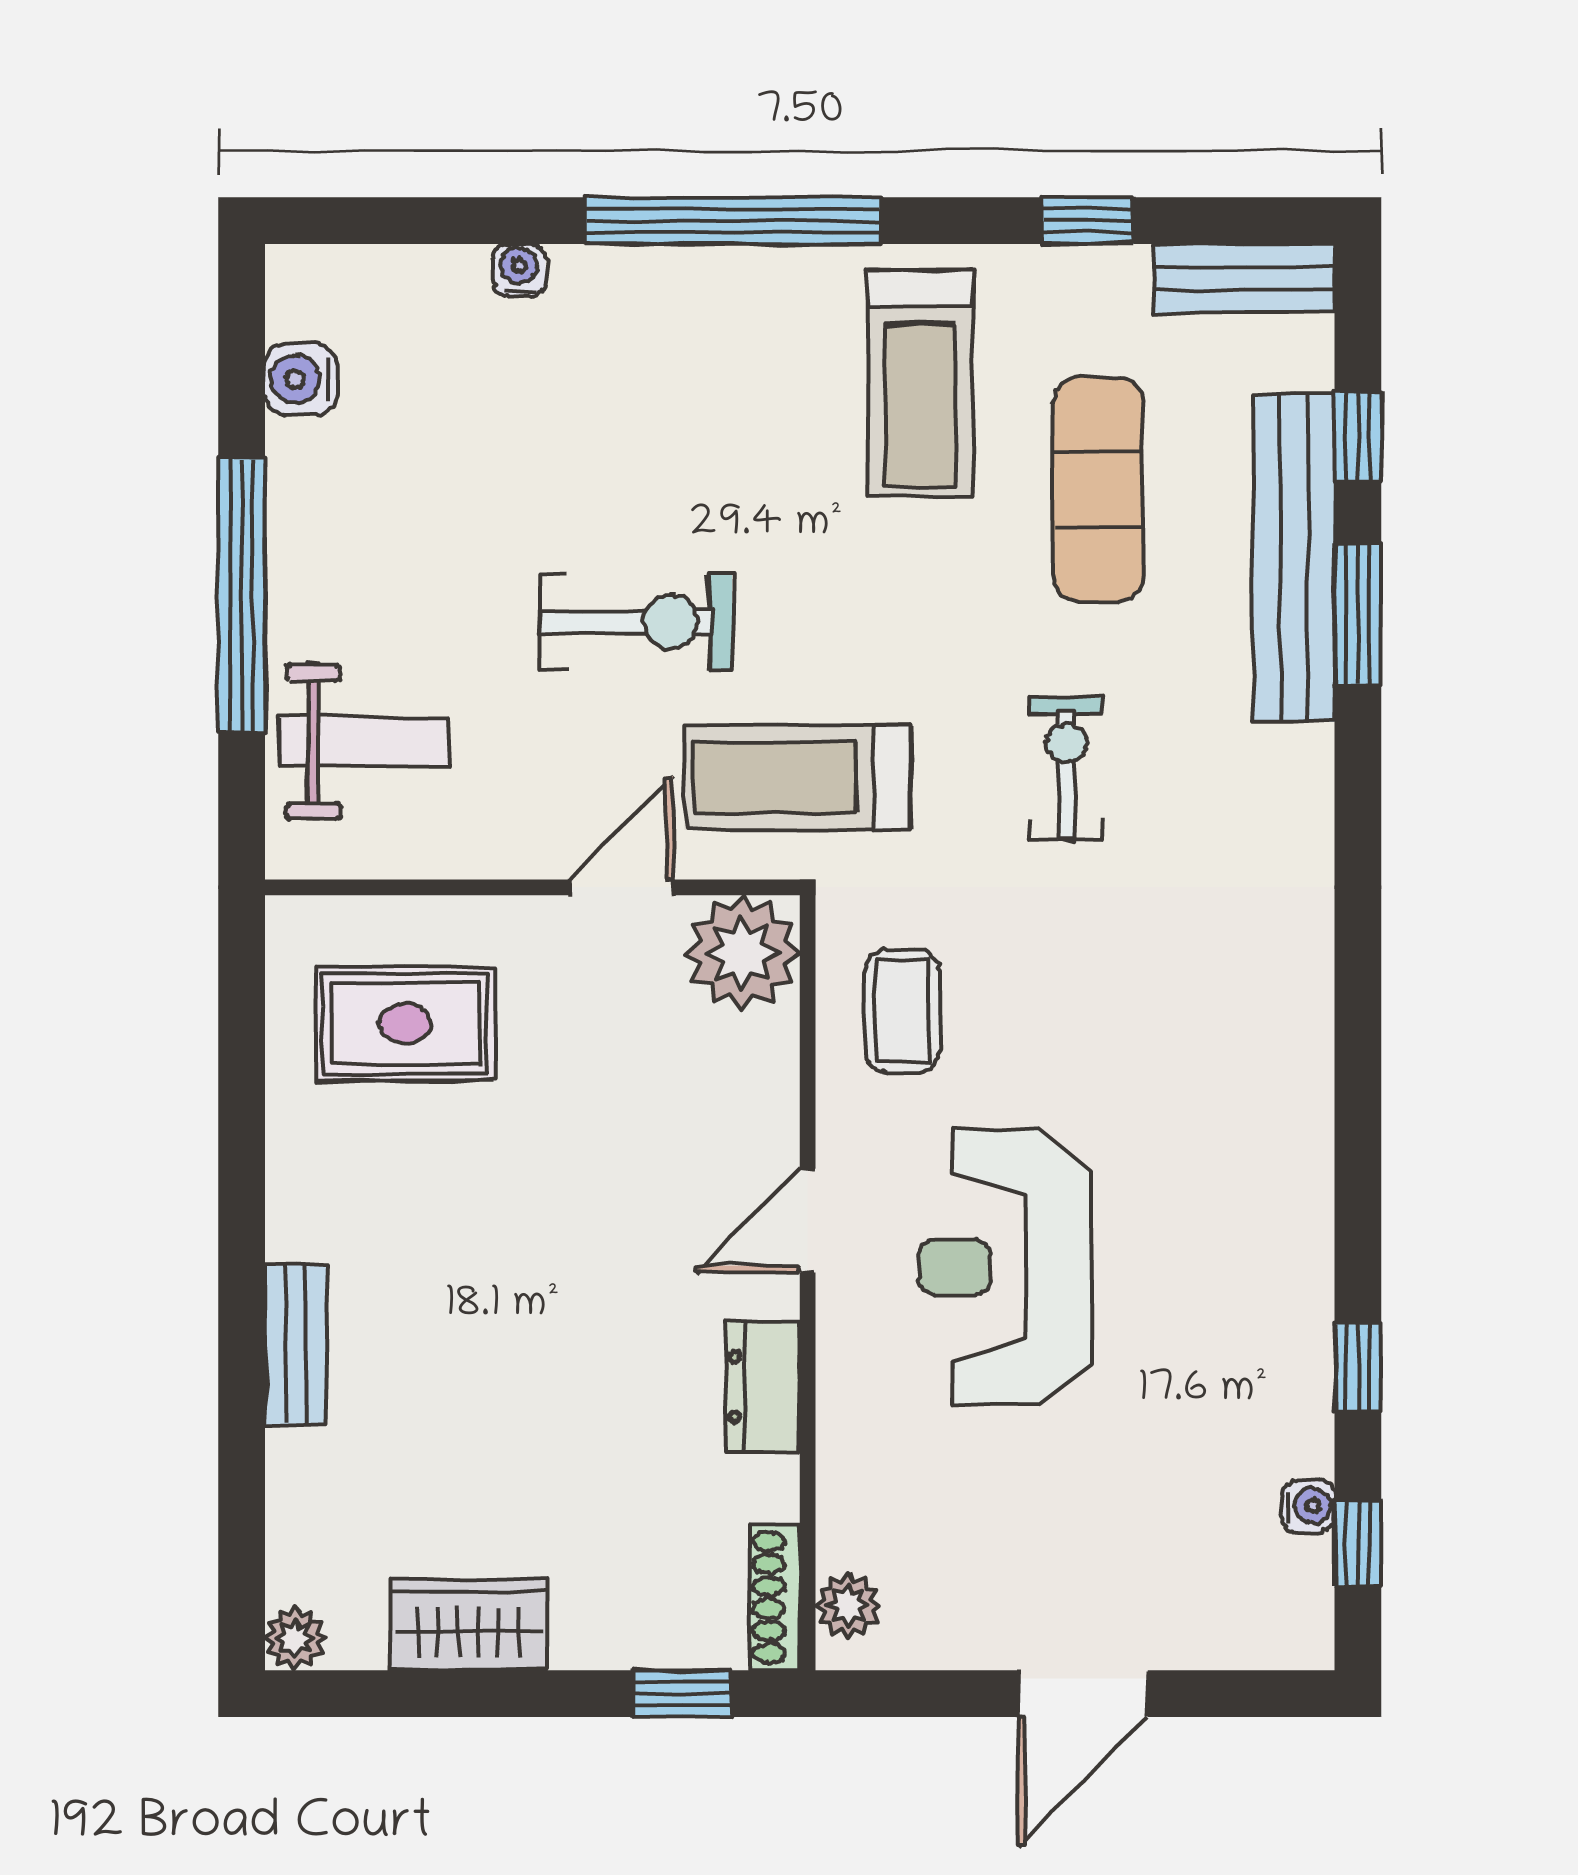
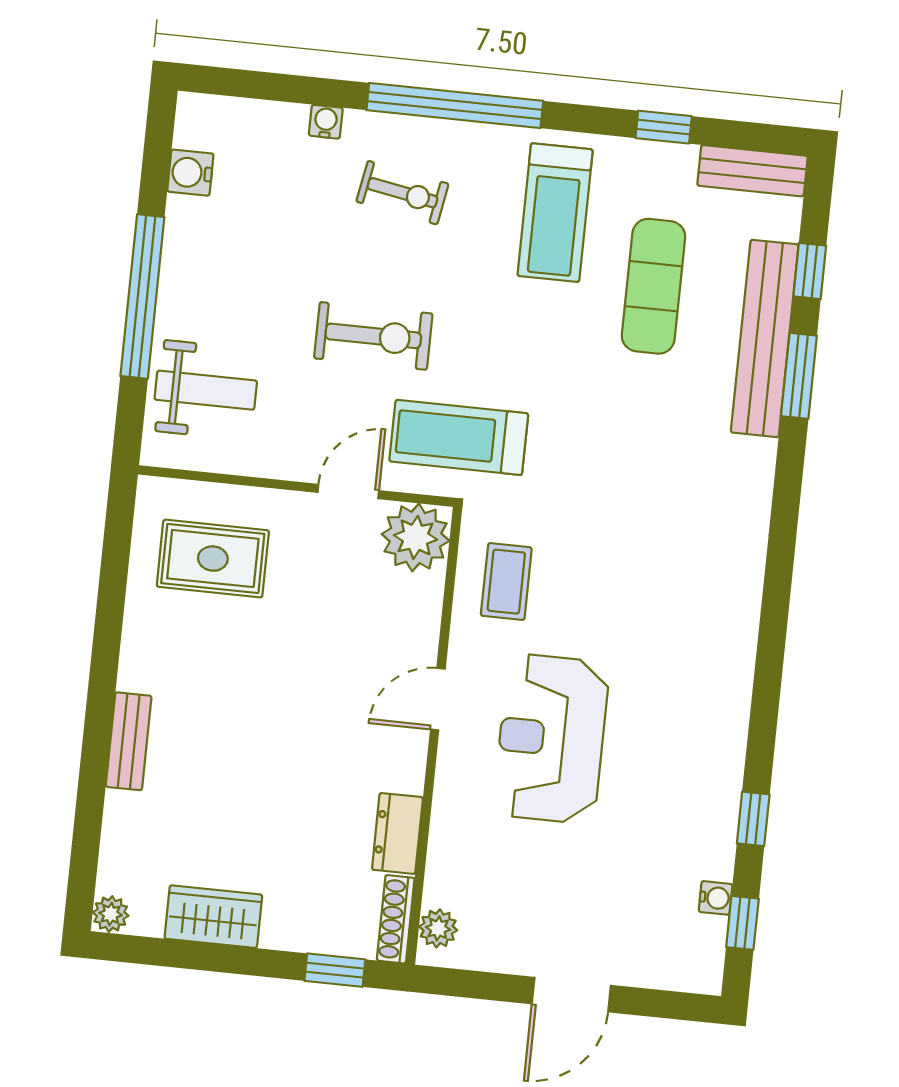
exercise bike: (1066, 768) -> (402, 193), moved, turned 100
dresser: (763, 1387) -> (397, 833), moved

